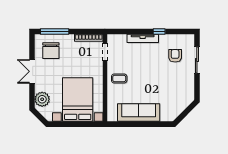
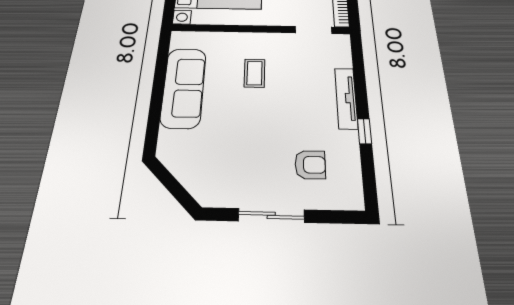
sliding door: (197, 60) -> (271, 215), moved
coffee table: (119, 79) -> (254, 73), moved

